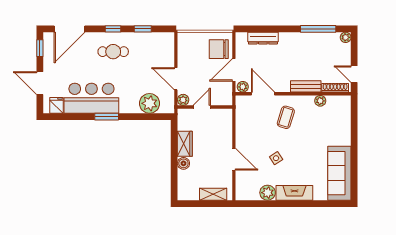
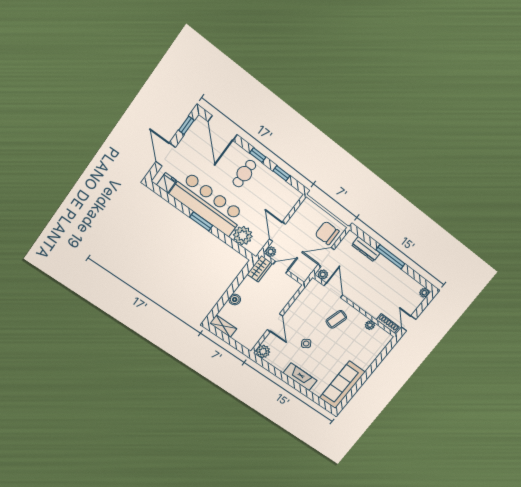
door: (69, 29) -> (223, 128), hinge flipped
window: (318, 29) -> (391, 257), moved
cafe table: (113, 52) -> (244, 174), turned 90
bench: (306, 86) -> (368, 307), removed
bar counter: (91, 98) -> (208, 204), width x1.36
wardrobe: (185, 144) -> (260, 269), moved
plant: (268, 193) -> (263, 351), moved
shelving: (213, 194) -> (223, 326), moved

